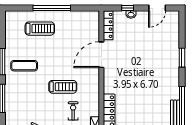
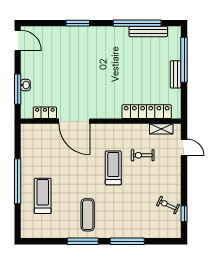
window: (128, 8) -> (18, 89), width x2.17
door: (157, 8) -> (18, 40), moved
locker: (108, 25) -> (45, 113), width x0.66

